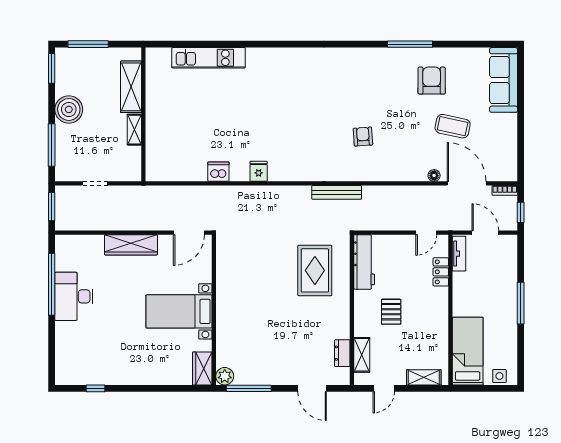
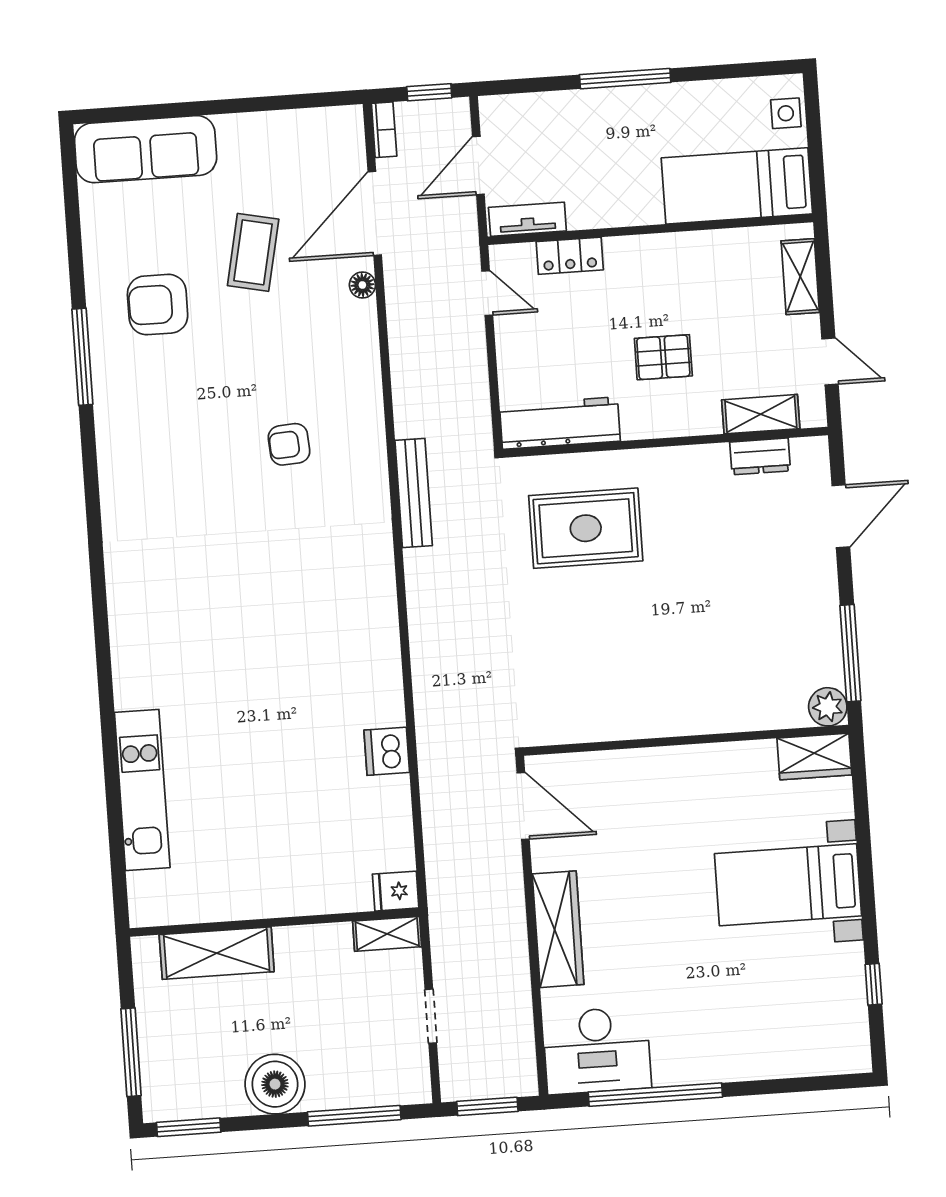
shelving: (134, 130) -> (387, 934), moved
fridge: (259, 171) -> (396, 891), moved
desk: (74, 296) -> (597, 1050), moved
bed with nightstands: (179, 311) -> (788, 885), moved, turned 90

